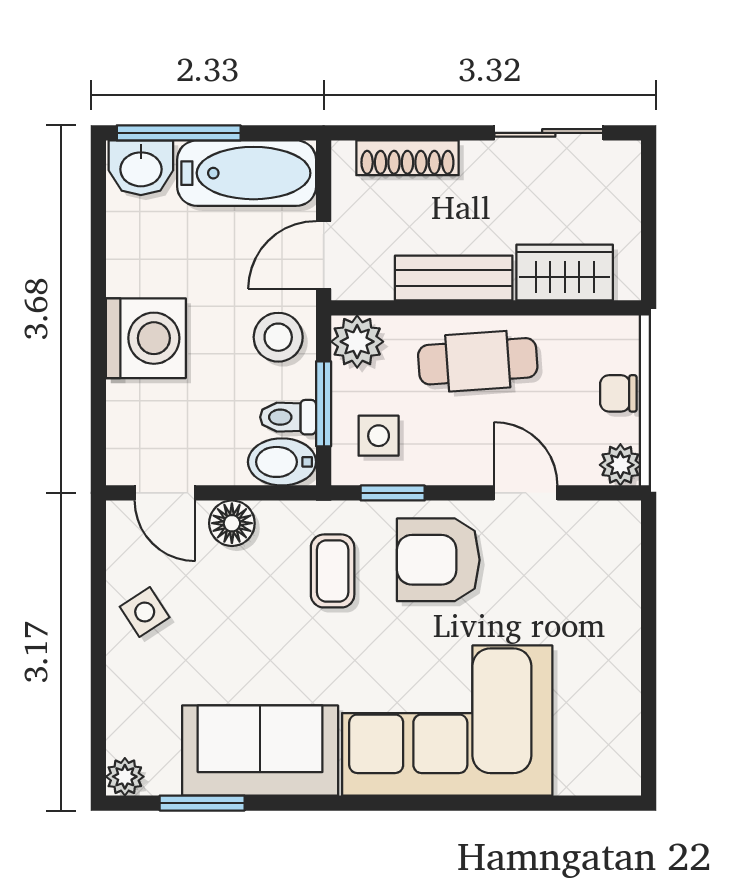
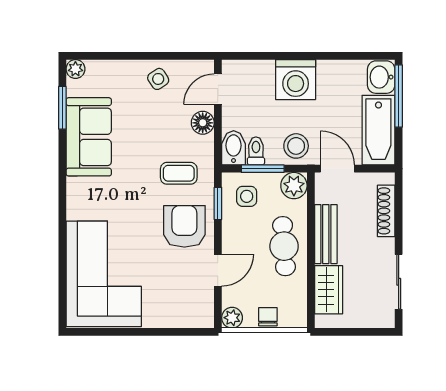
corner sofa: (447, 721) -> (104, 274), moved

